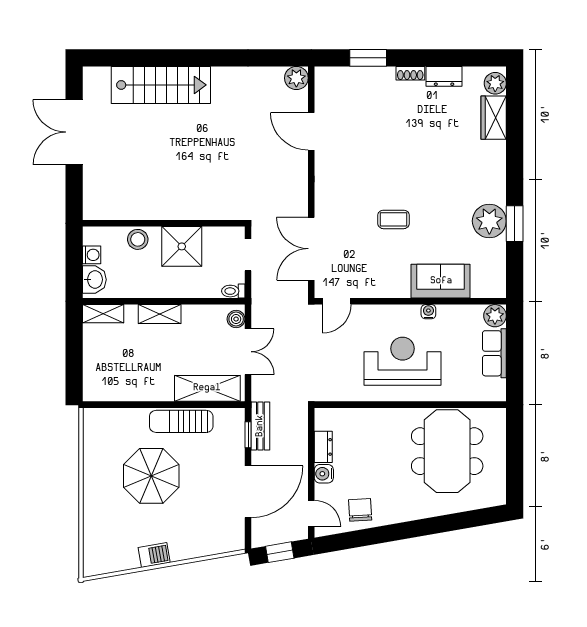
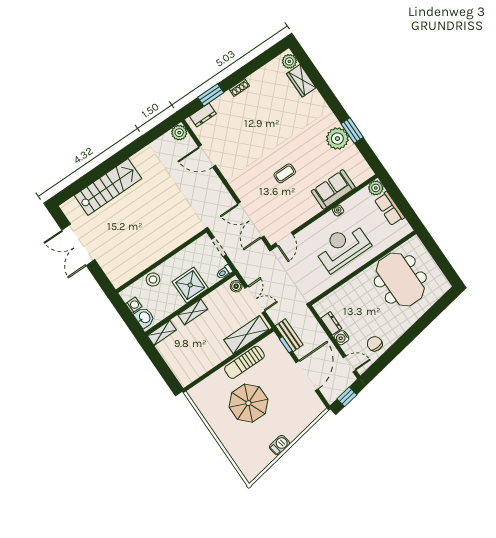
dresser: (444, 76) -> (203, 115), moved
shower: (182, 246) -> (190, 285), moved

